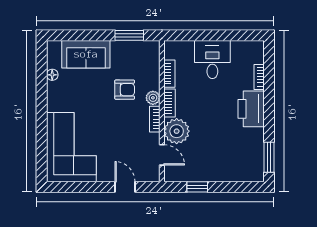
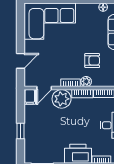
armchair: (125, 90) -> (92, 61), turned -90
filing cabinet: (174, 174) -> (30, 97), added
window: (197, 187) -> (20, 131), moved

